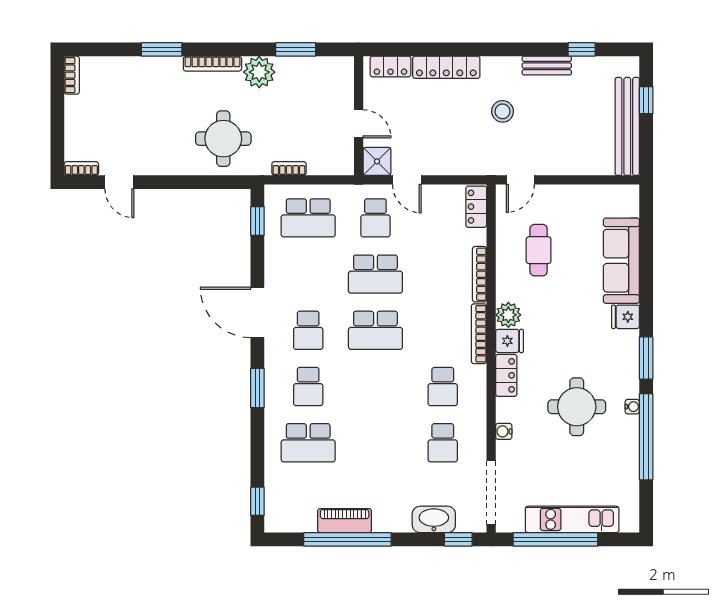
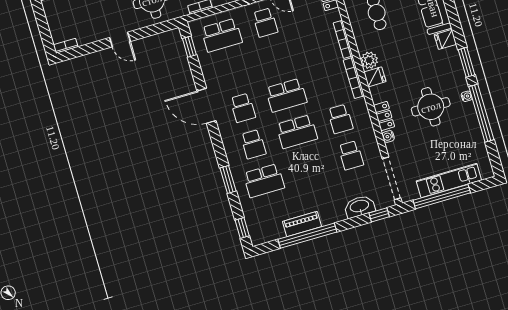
door: (119, 182) -> (120, 40), moved
school desk: (375, 274) -> (297, 132), moved
locker: (506, 375) -> (384, 116), moved
window: (257, 388) -> (228, 179), moved

